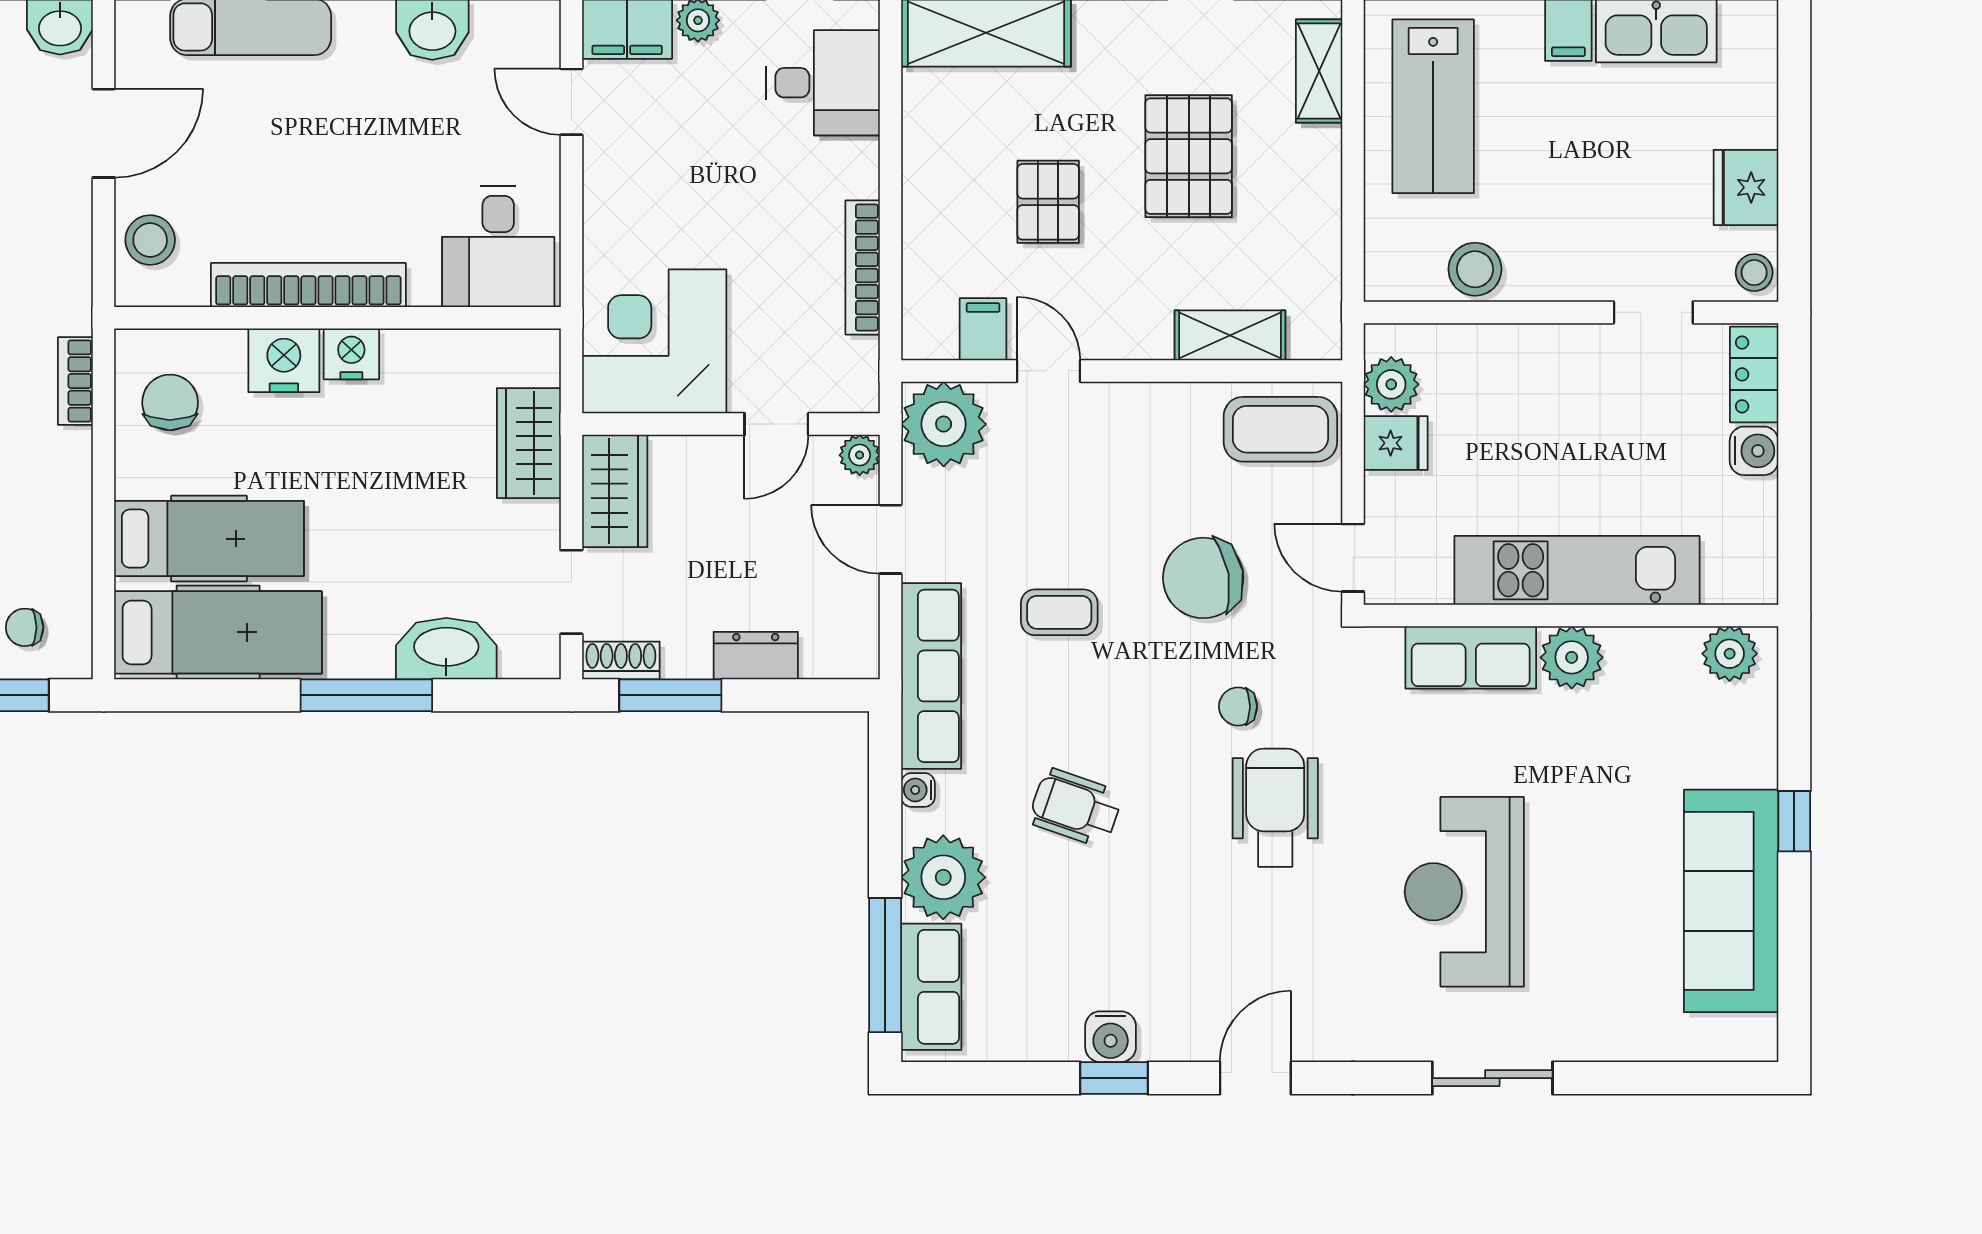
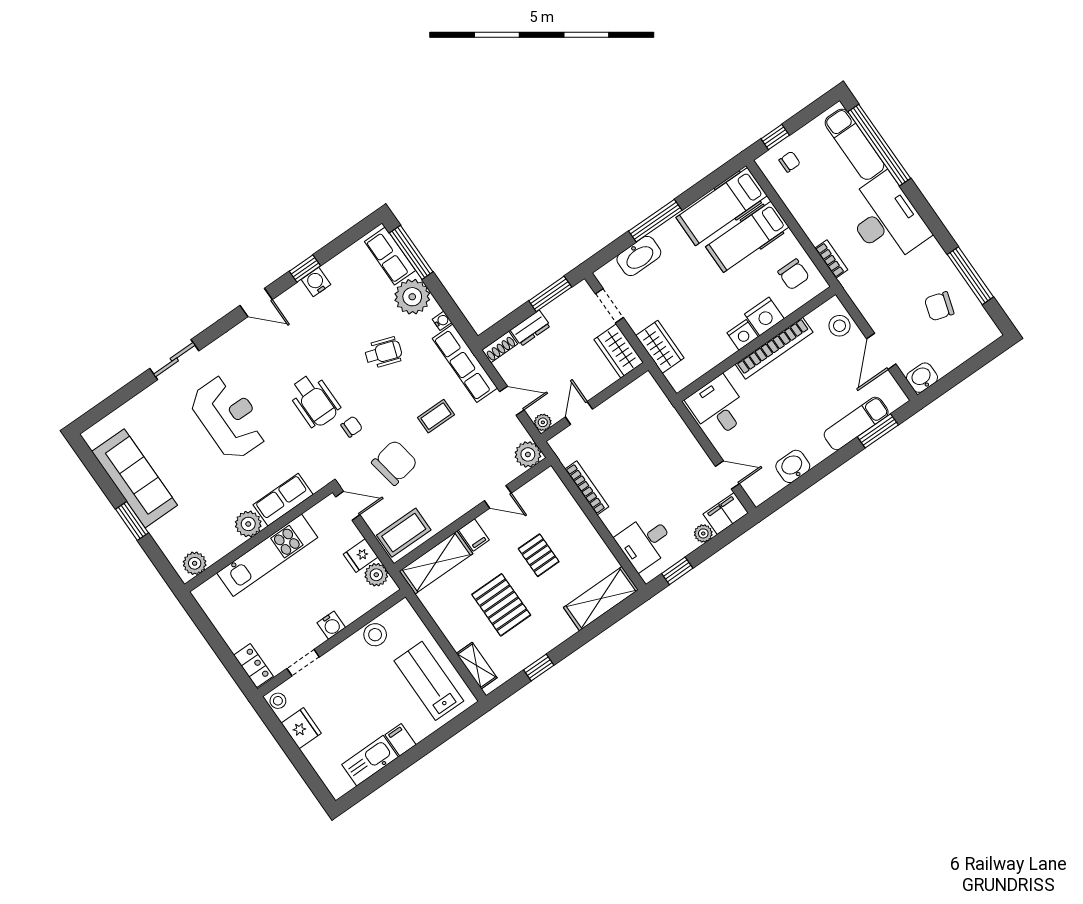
filing cabinet: (983, 329) -> (474, 535), moved
shelving: (1230, 335) -> (436, 562), width x1.50, depth x1.33
corner desk: (654, 341) -> (641, 412), removed
plant: (944, 424) -> (528, 454), width x0.73, depth x0.73
water cooler: (1754, 451) -> (331, 625), moved, turned -90
shoe rack: (621, 660) -> (500, 347), moved
window: (1794, 821) -> (132, 521), width x1.50
door: (1255, 1078) -> (256, 303), hinge flipped

